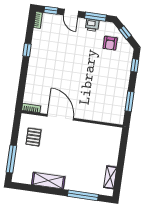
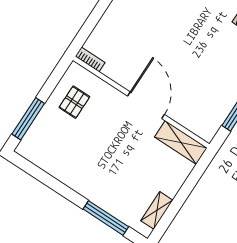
door: (60, 117) -> (146, 105), moved
shelving: (48, 181) -> (181, 142), moved

